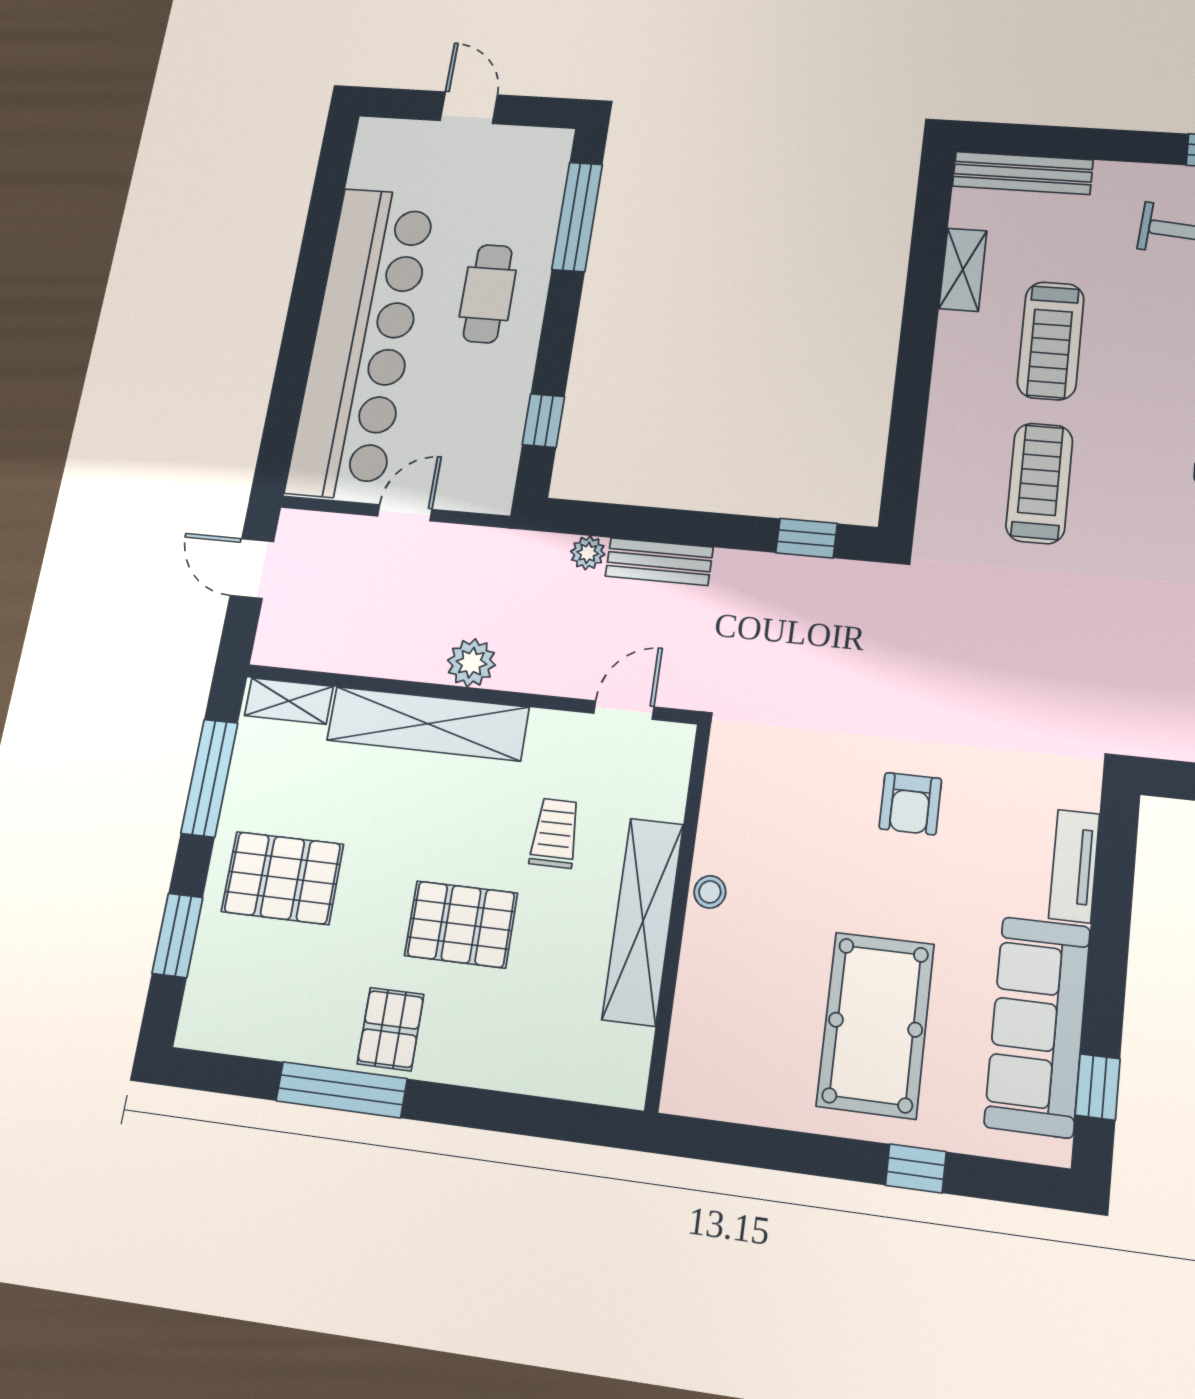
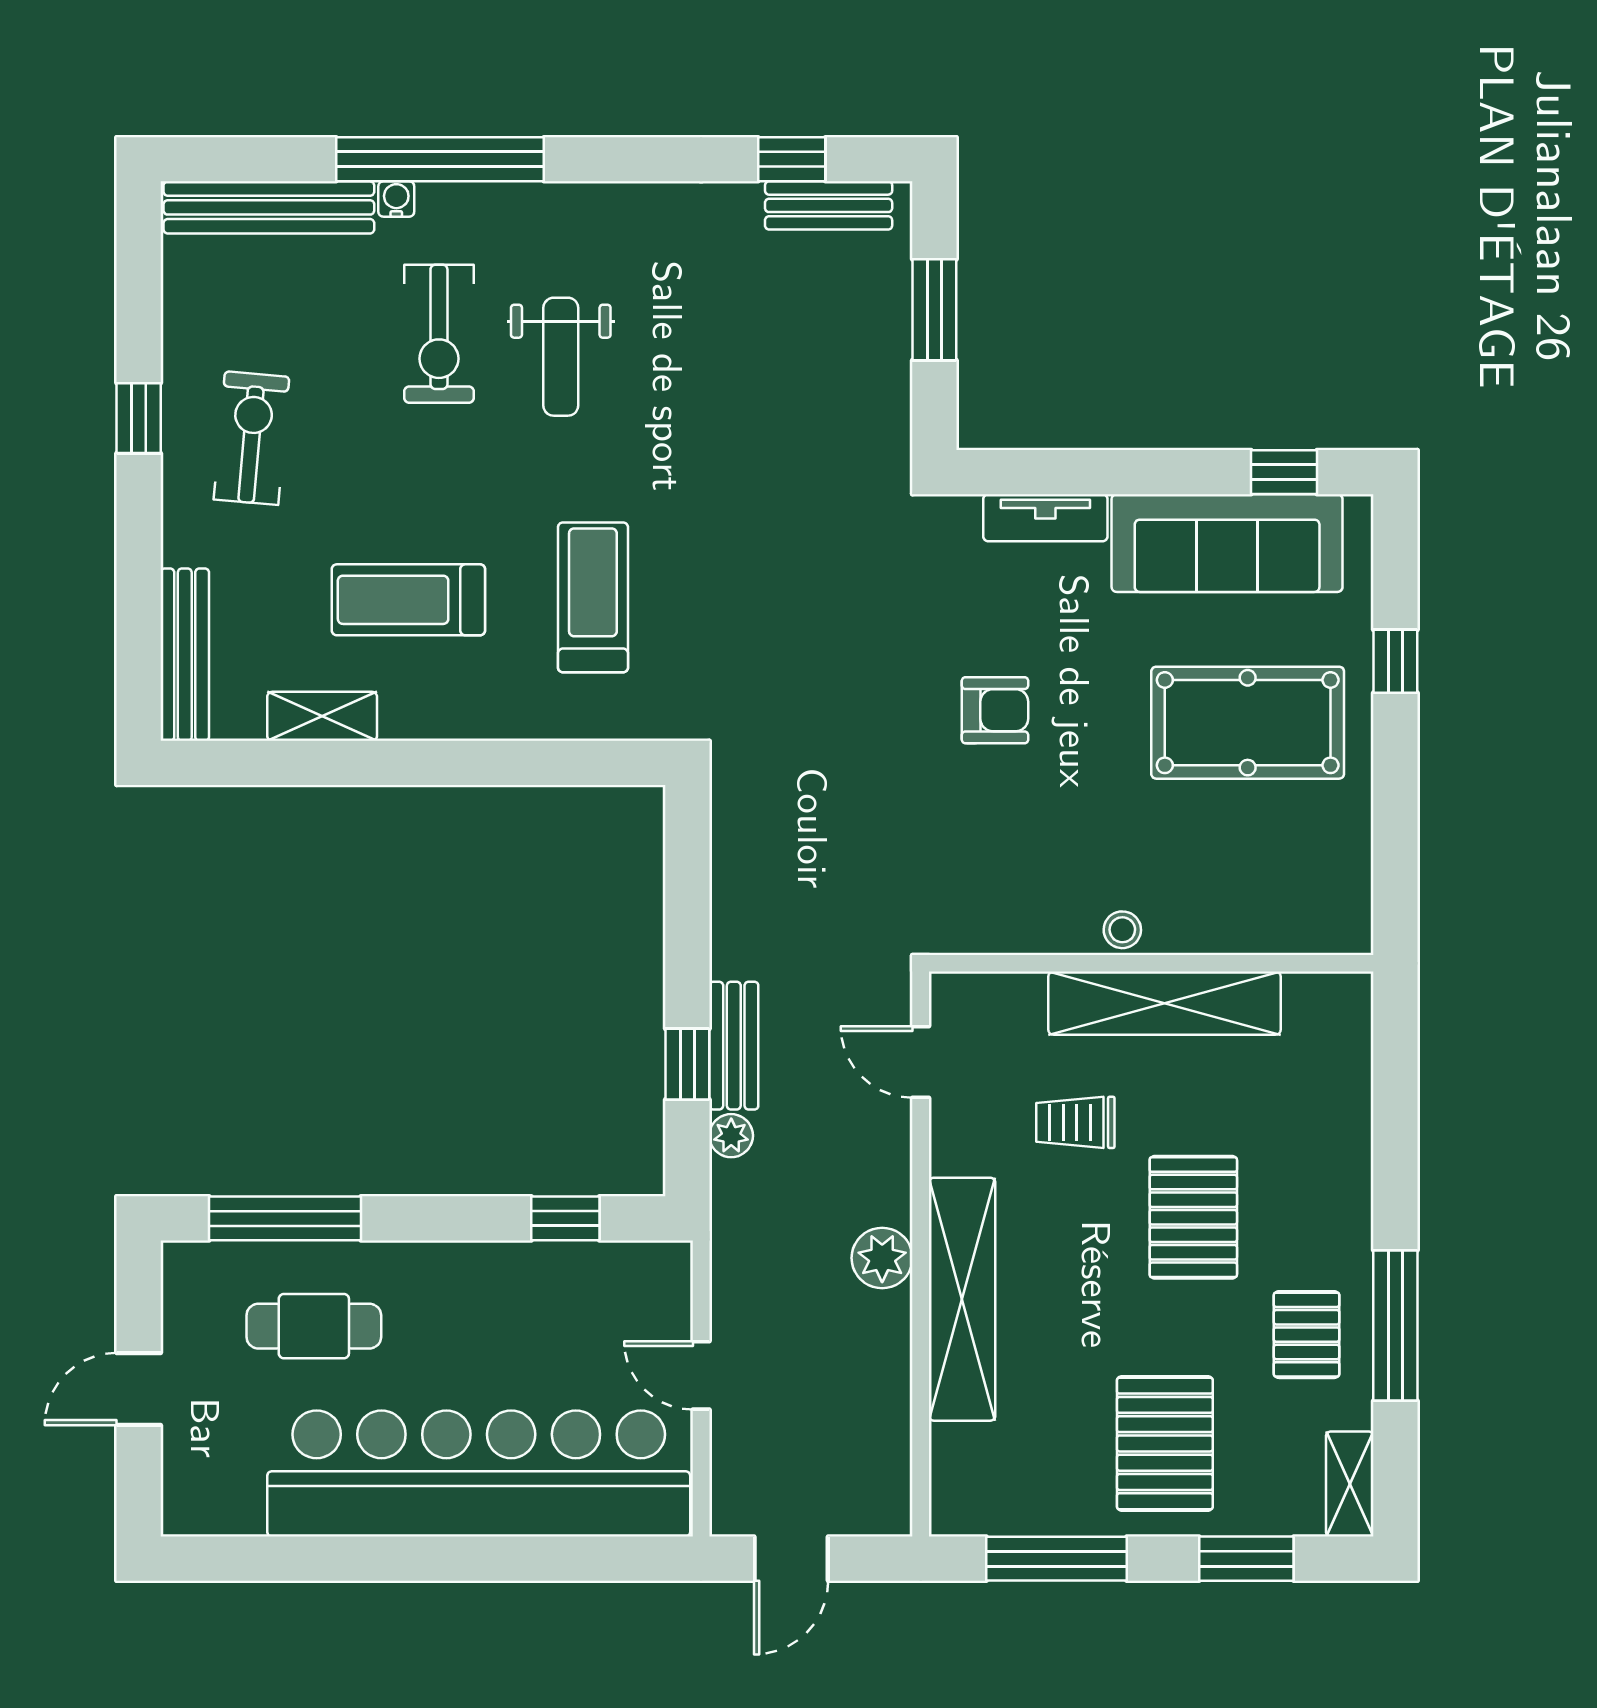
cafe table: (488, 294) -> (314, 1326), moved
treadmill: (1051, 341) -> (408, 600), turned 180
treadmill: (1039, 483) -> (593, 597), turned 90
window: (806, 538) -> (687, 1064), moved
shelving: (289, 701) -> (1350, 1484), moved
pallet: (391, 1029) -> (1307, 1335), moved, turned 90

